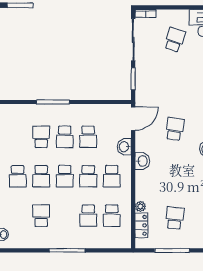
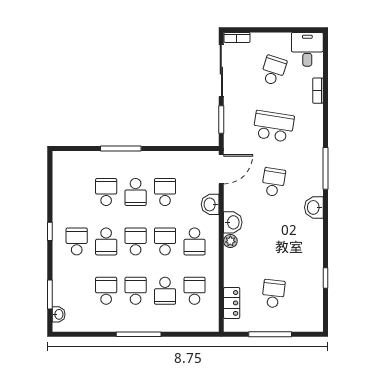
school desk: (175, 84) -> (273, 126), added
school desk: (88, 137) -> (165, 192), turned 180
school desk: (18, 176) -> (77, 241), turned 180
school desk: (65, 176) -> (136, 241), turned 180
school desk: (88, 176) -> (165, 241), turned 180
plant: (140, 206) -> (230, 241), moved
school desk: (65, 216) -> (136, 291), added
school desk: (112, 216) -> (195, 291), turned 180

